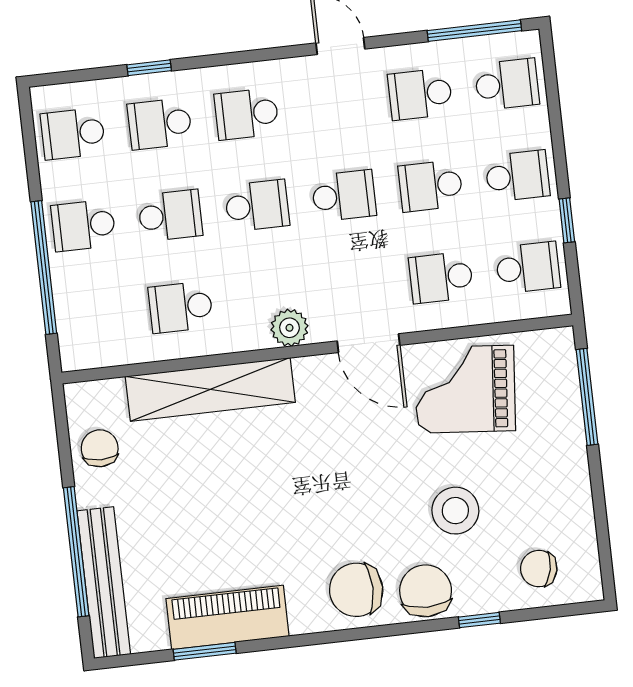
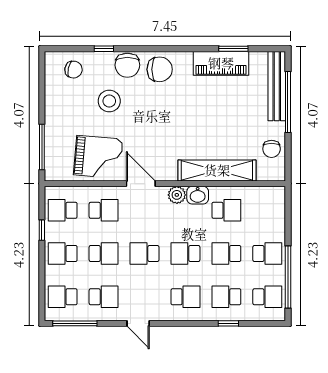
school desk: (160, 124) -> (226, 297), turned 180
window: (44, 267) -> (288, 277), moved
washbasin: (245, 332) -> (198, 195), added

